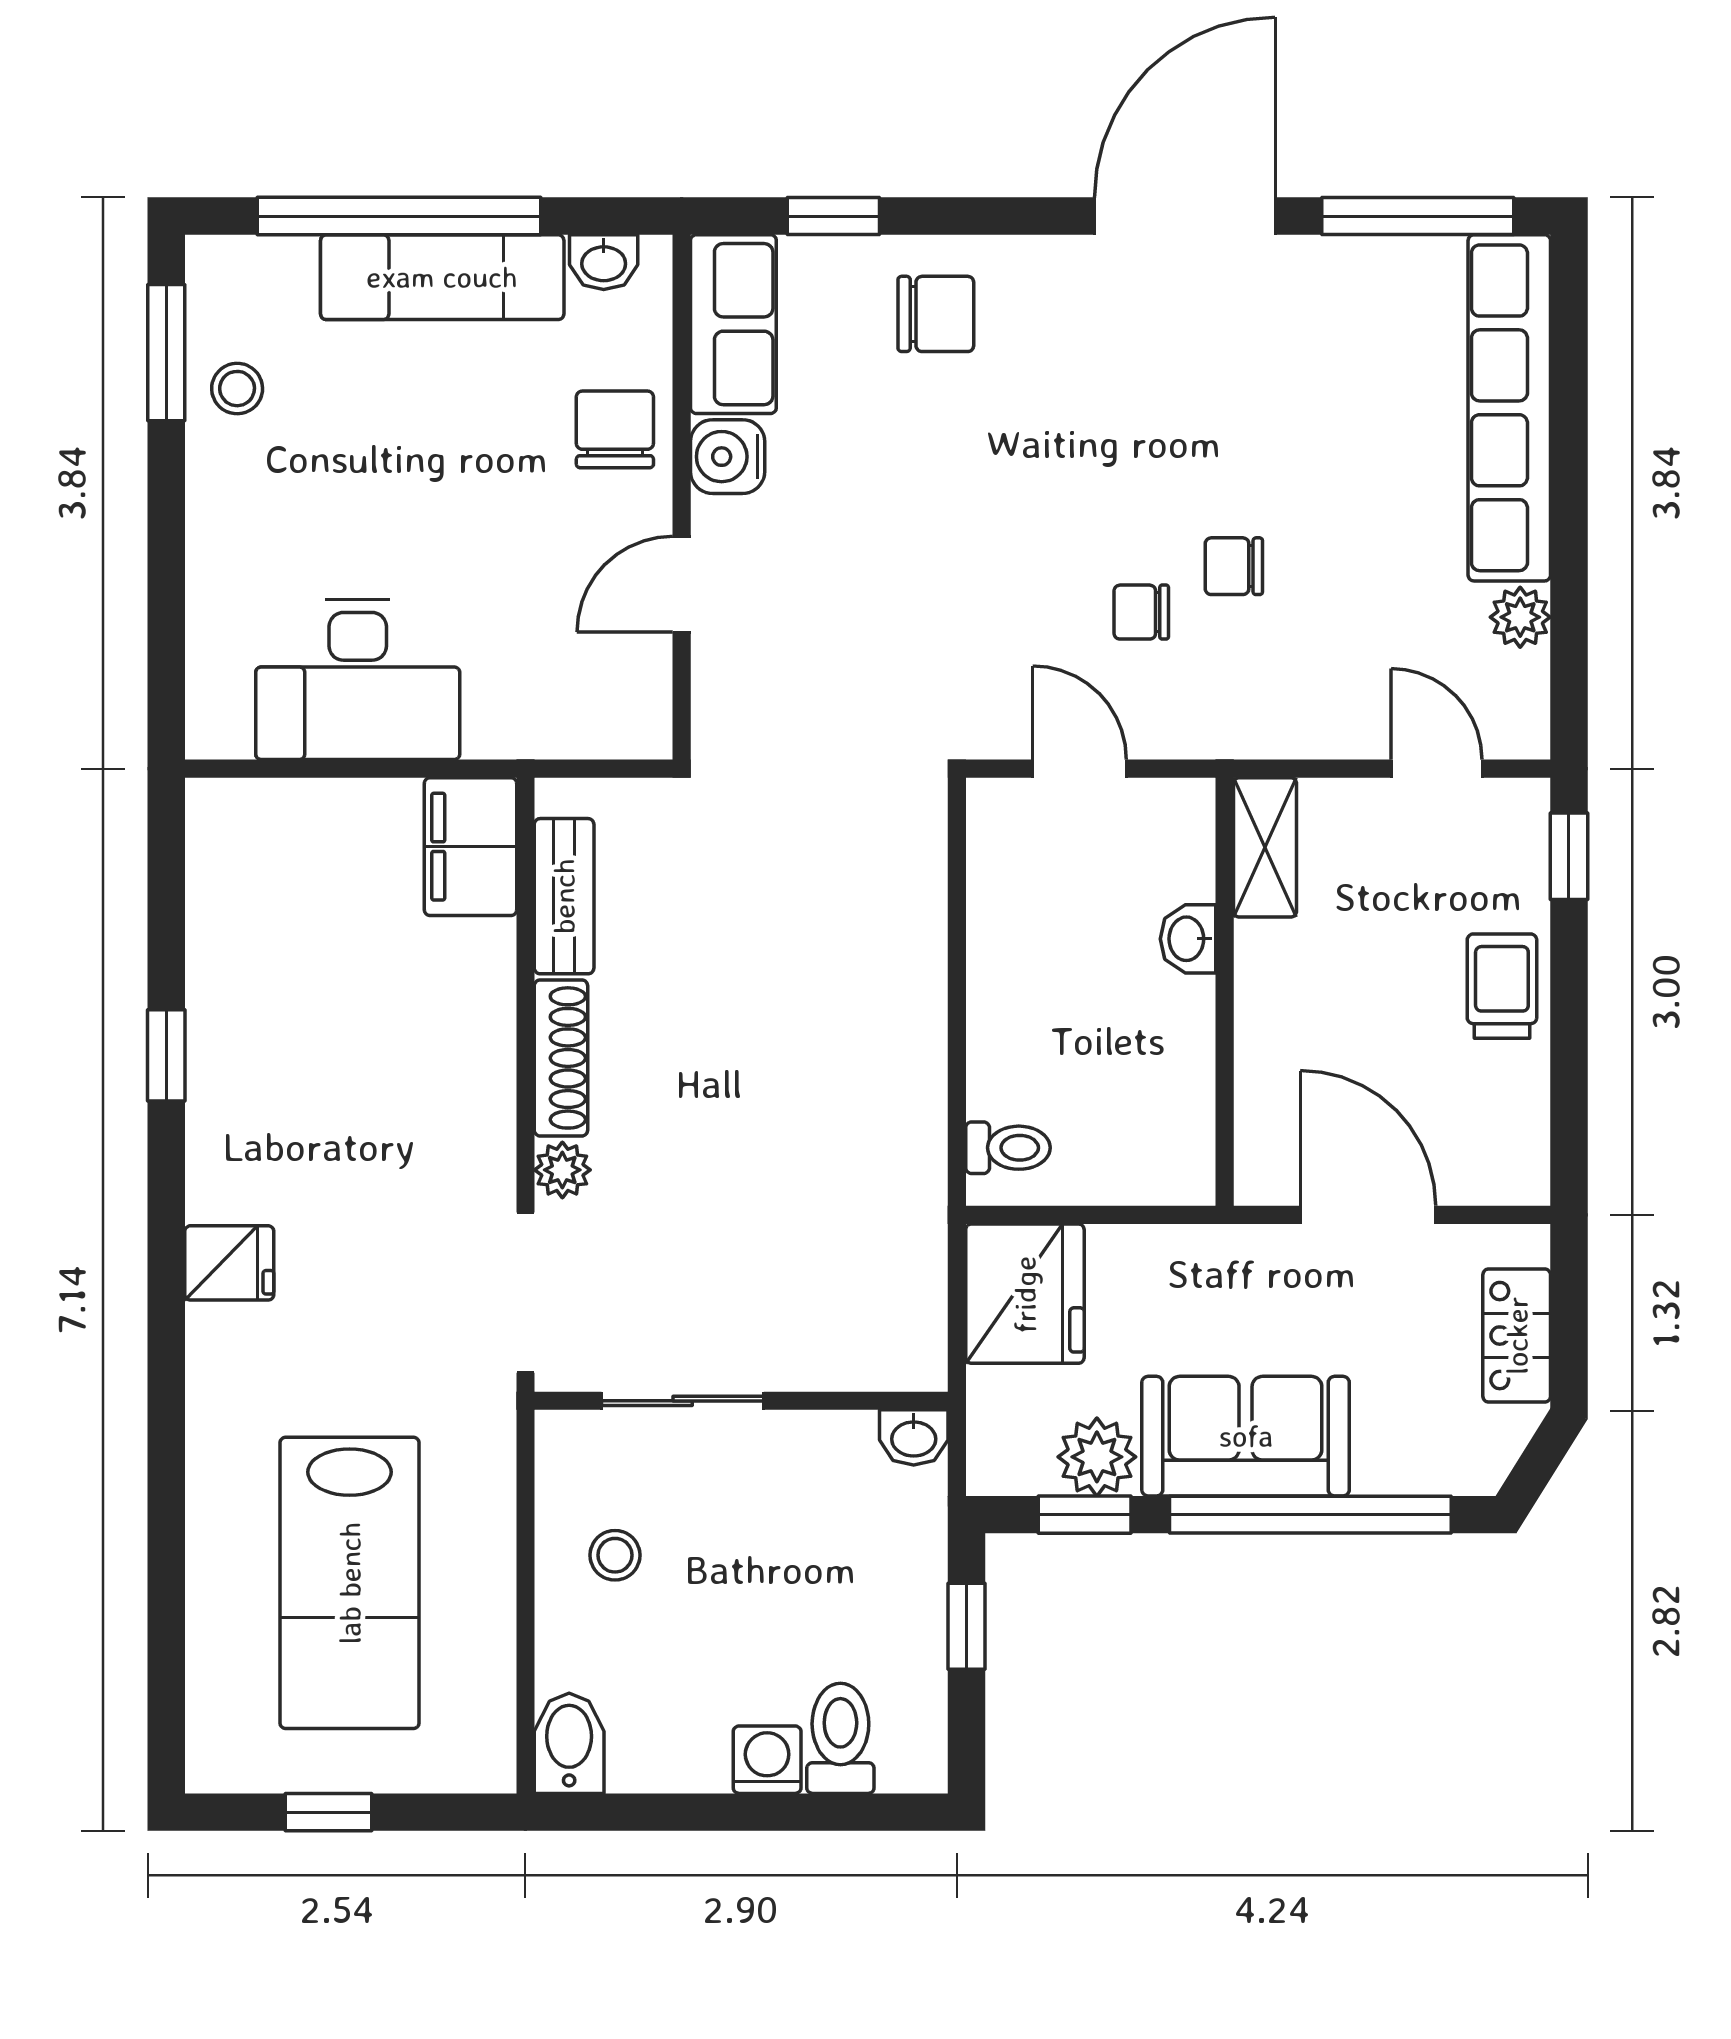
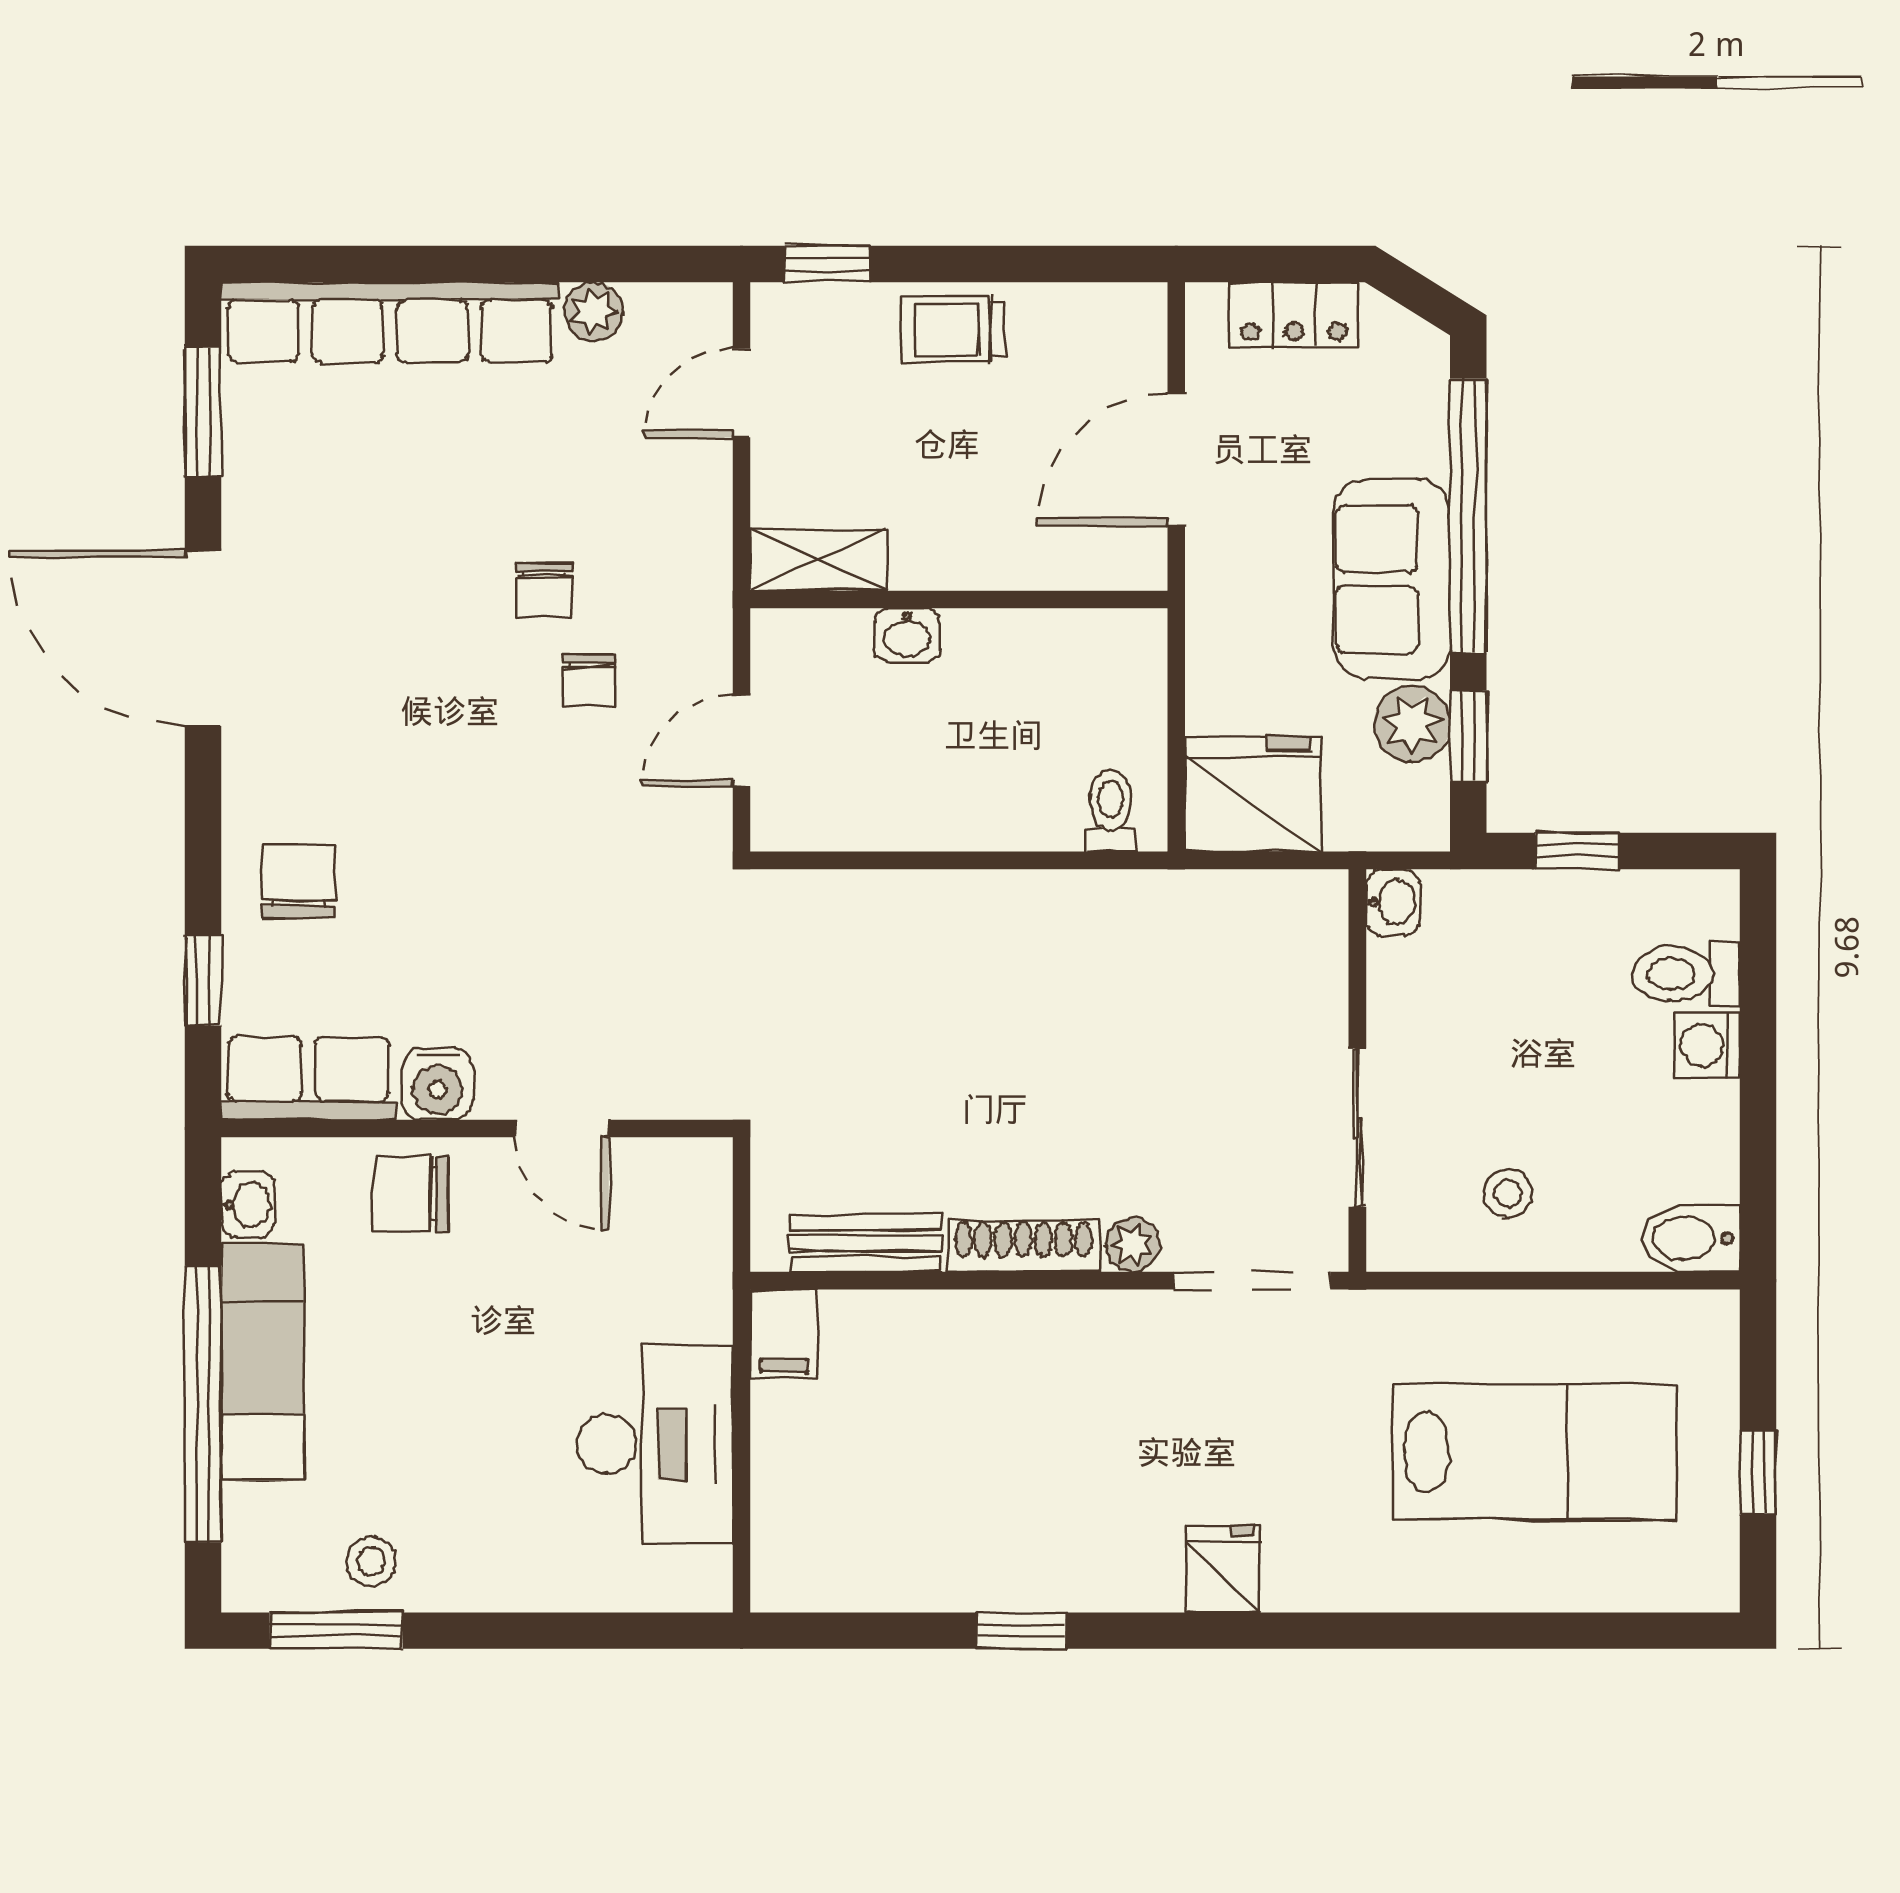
window: (1418, 216) -> (203, 411), width x0.69
filing cabinet: (470, 847) -> (784, 1334), width x0.50

